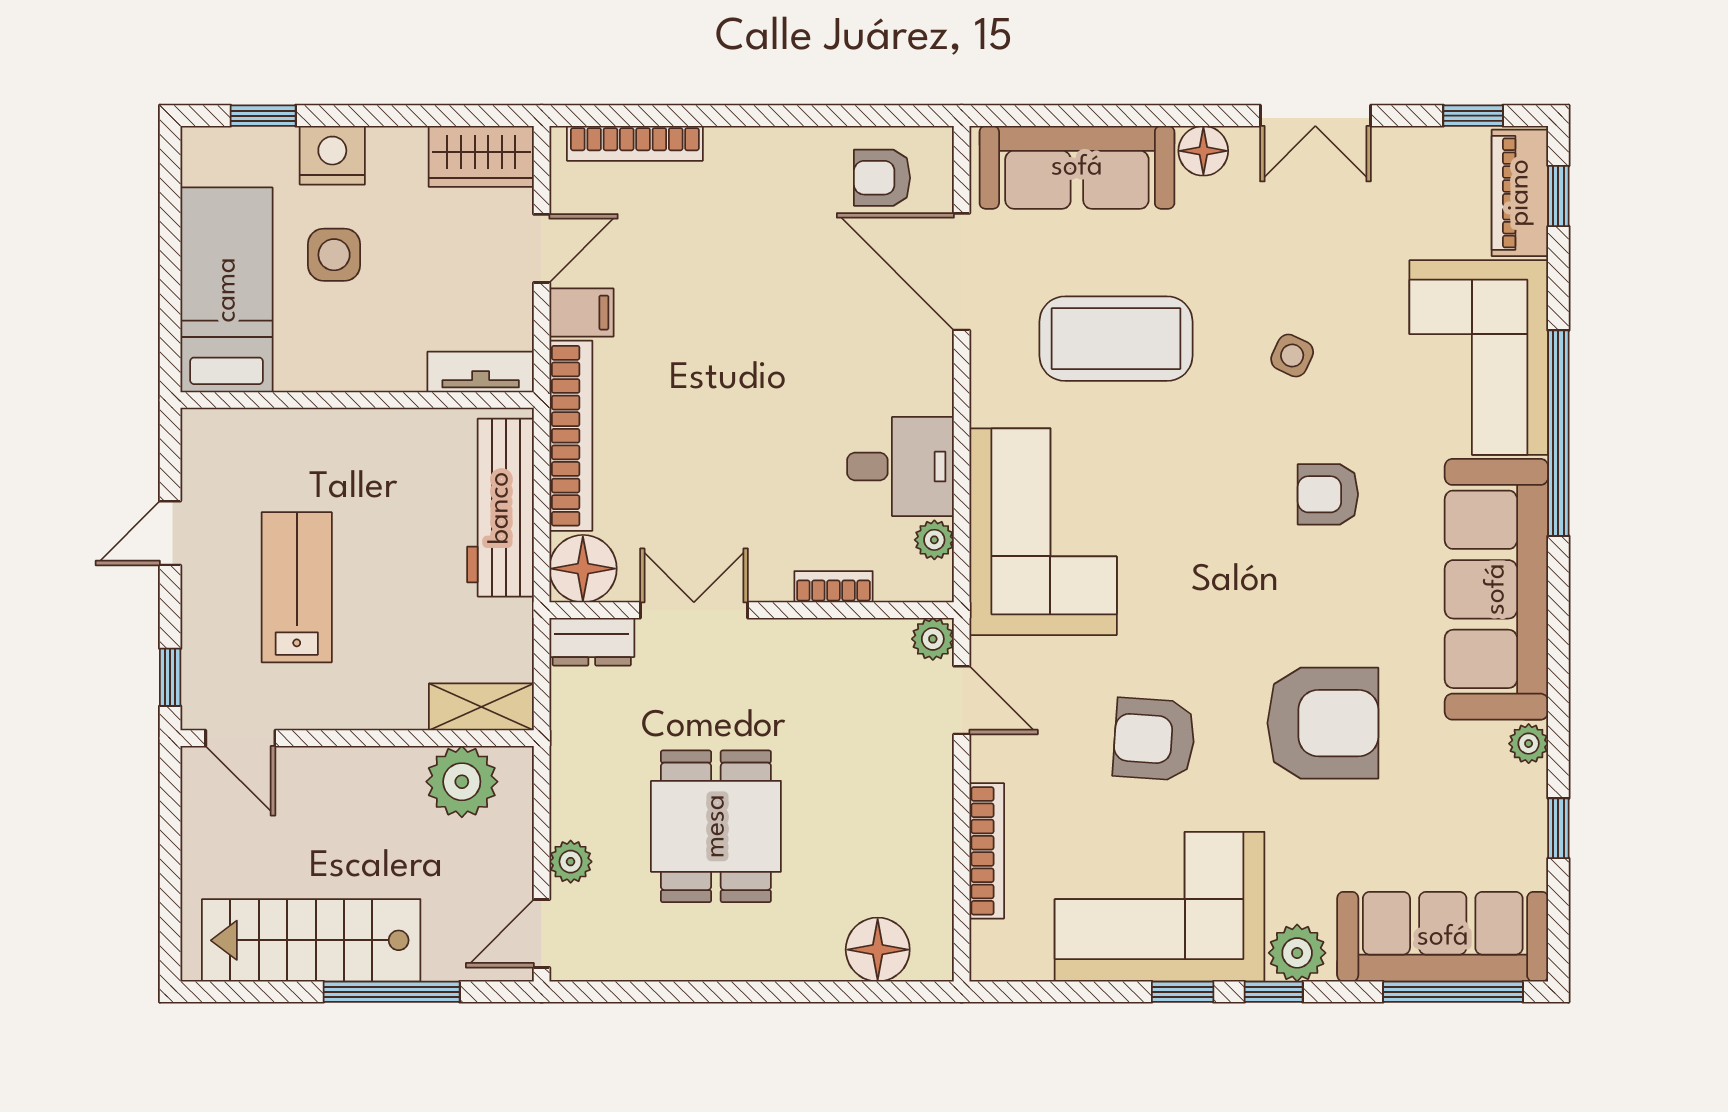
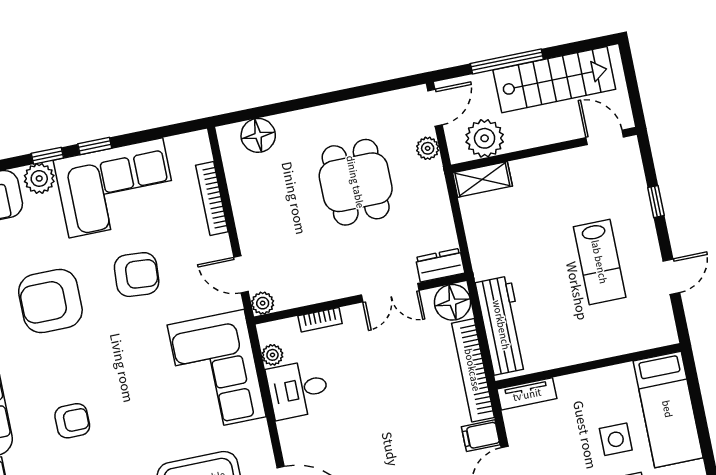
shelving: (481, 707) -> (482, 179), moved
door: (240, 738) -> (605, 137), moved
wall: (357, 738) -> (544, 150), moved
plant: (462, 782) -> (485, 138), moved

